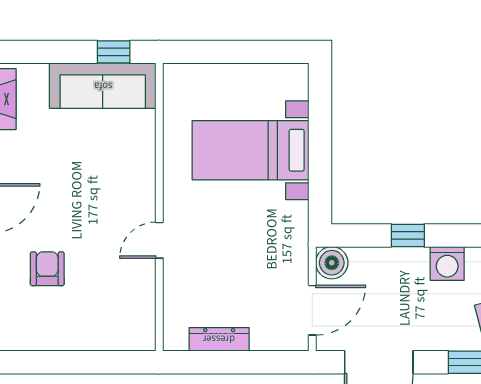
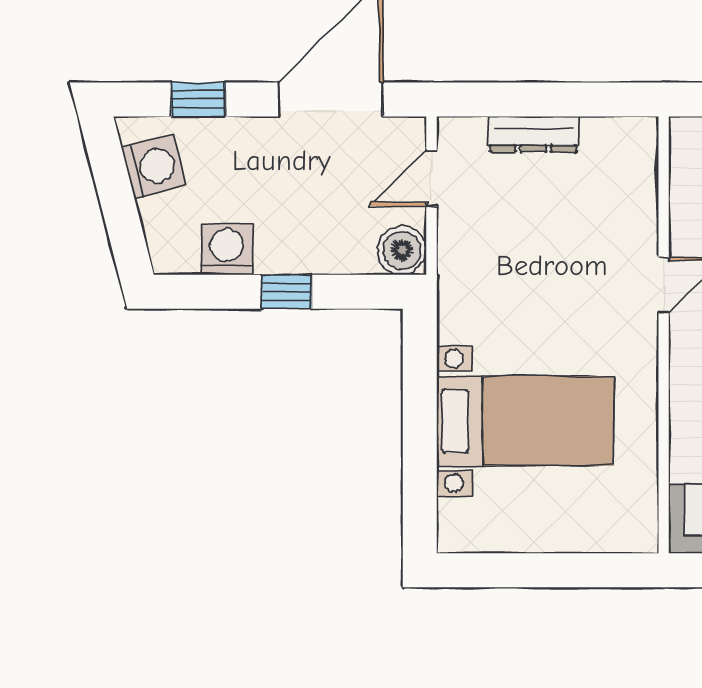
door: (312, 310) -> (432, 178), width x0.73
dresser: (219, 339) -> (533, 134), moved

